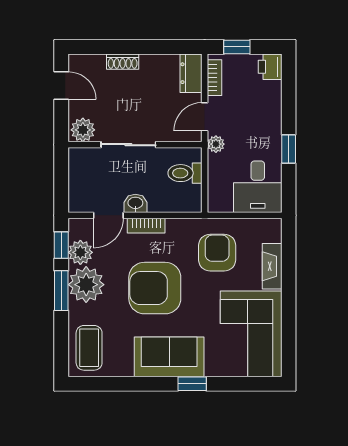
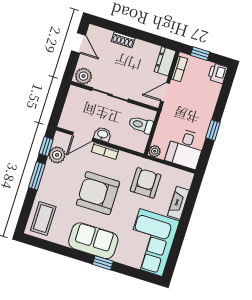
plant: (216, 144) -> (155, 151), moved
plant: (86, 285) -> (54, 177), removed

